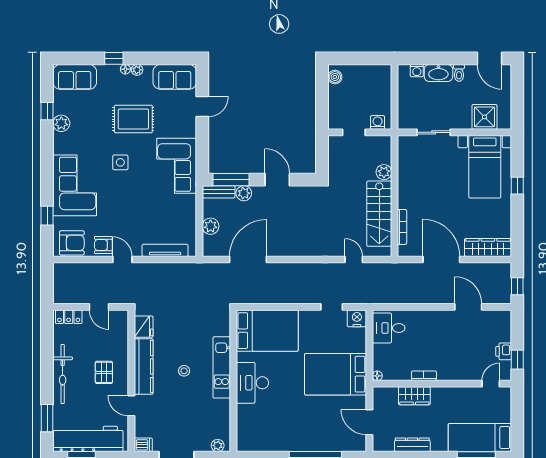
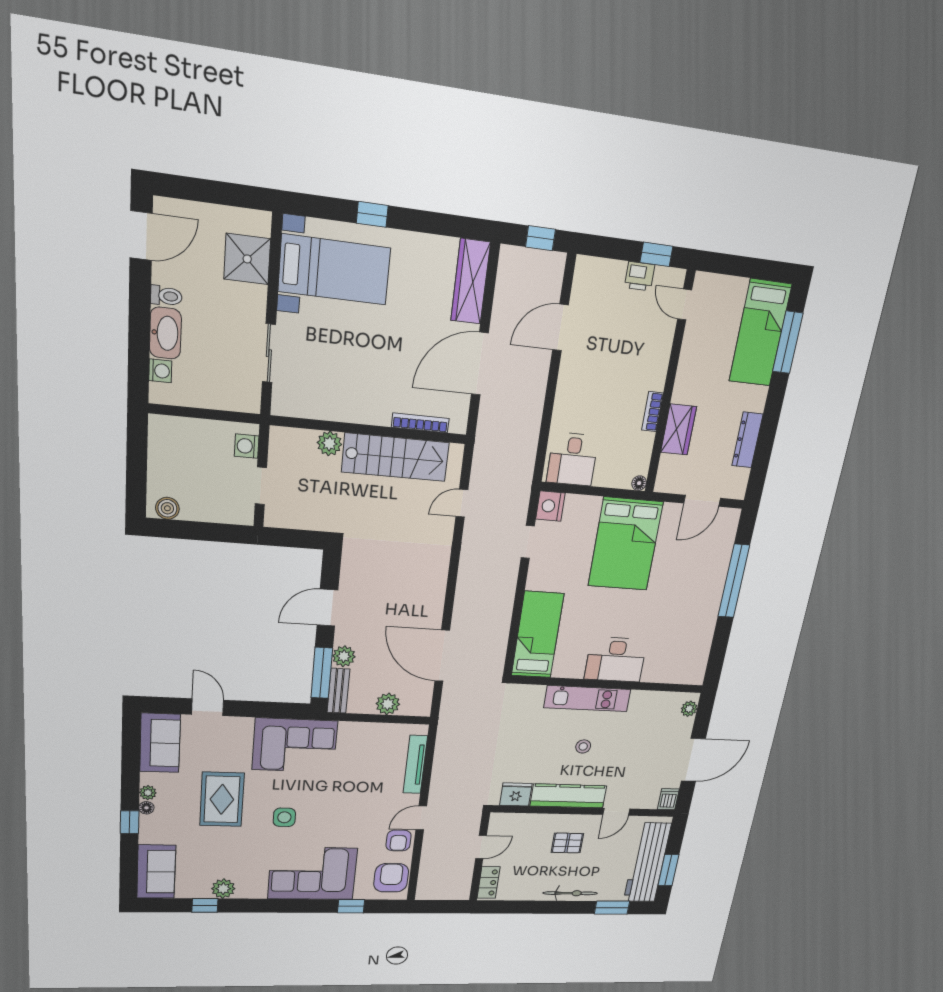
bed: (267, 331) -> (538, 635), width x0.67
bicycle: (63, 374) -> (570, 893), width x0.73, depth x0.71

